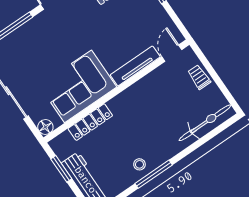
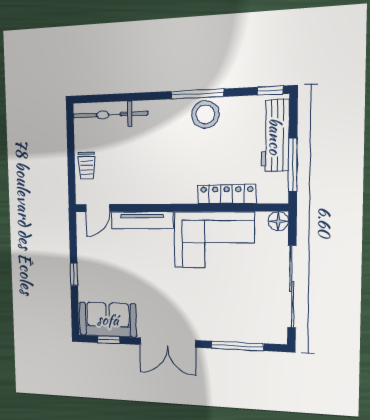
stool: (139, 164) -> (205, 114), width x1.89, depth x1.89
window: (61, 169) -> (293, 165), width x1.44

